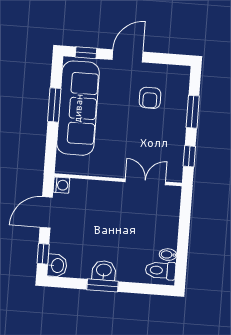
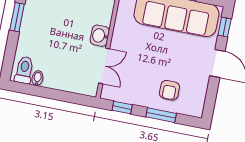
armchair: (150, 98) -> (169, 90), moved, turned -90
washbasin: (104, 271) -> (100, 36), moved, turned 180

